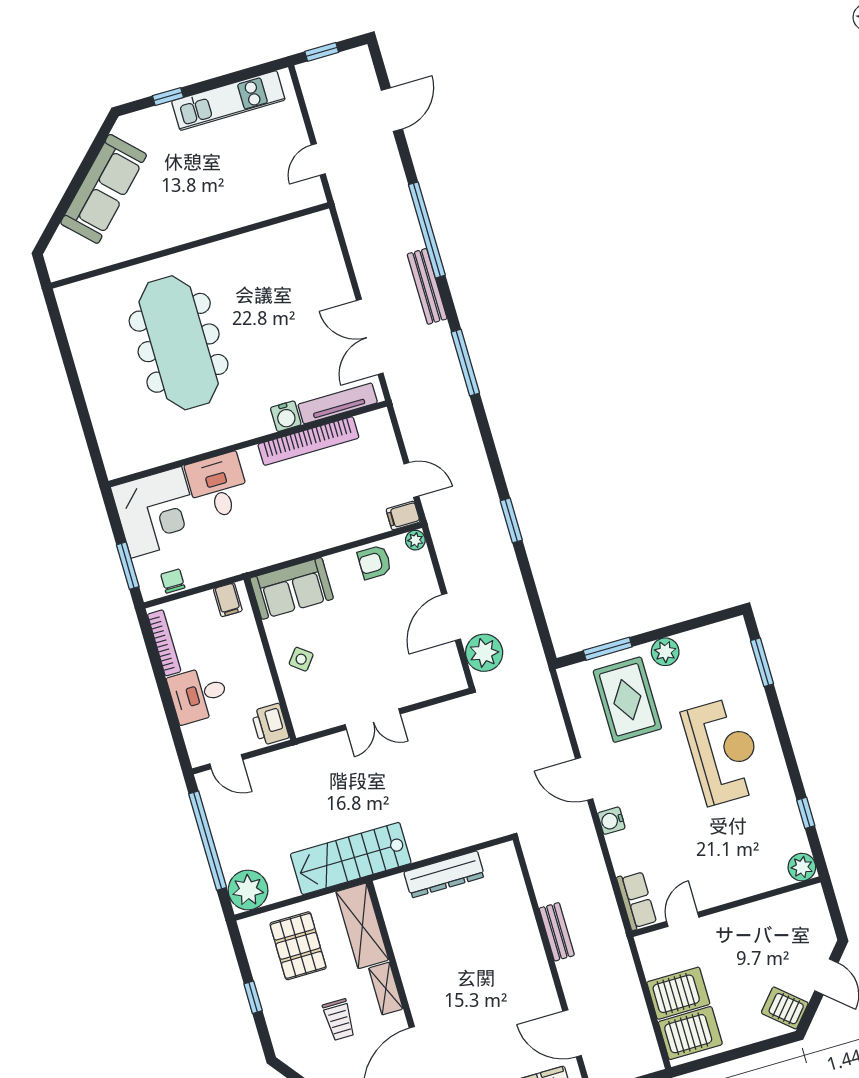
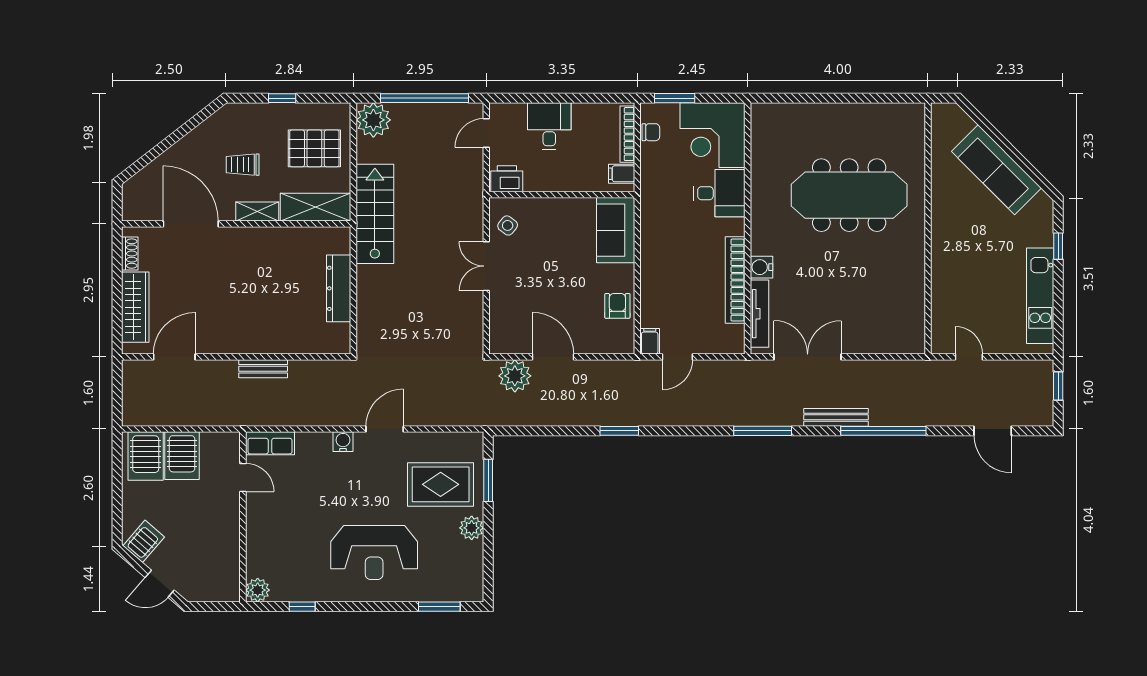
plant: (415, 540) -> (626, 346), removed
bookcase: (164, 643) -> (627, 134), moved, turned 90
side table: (301, 659) -> (508, 225), moved

